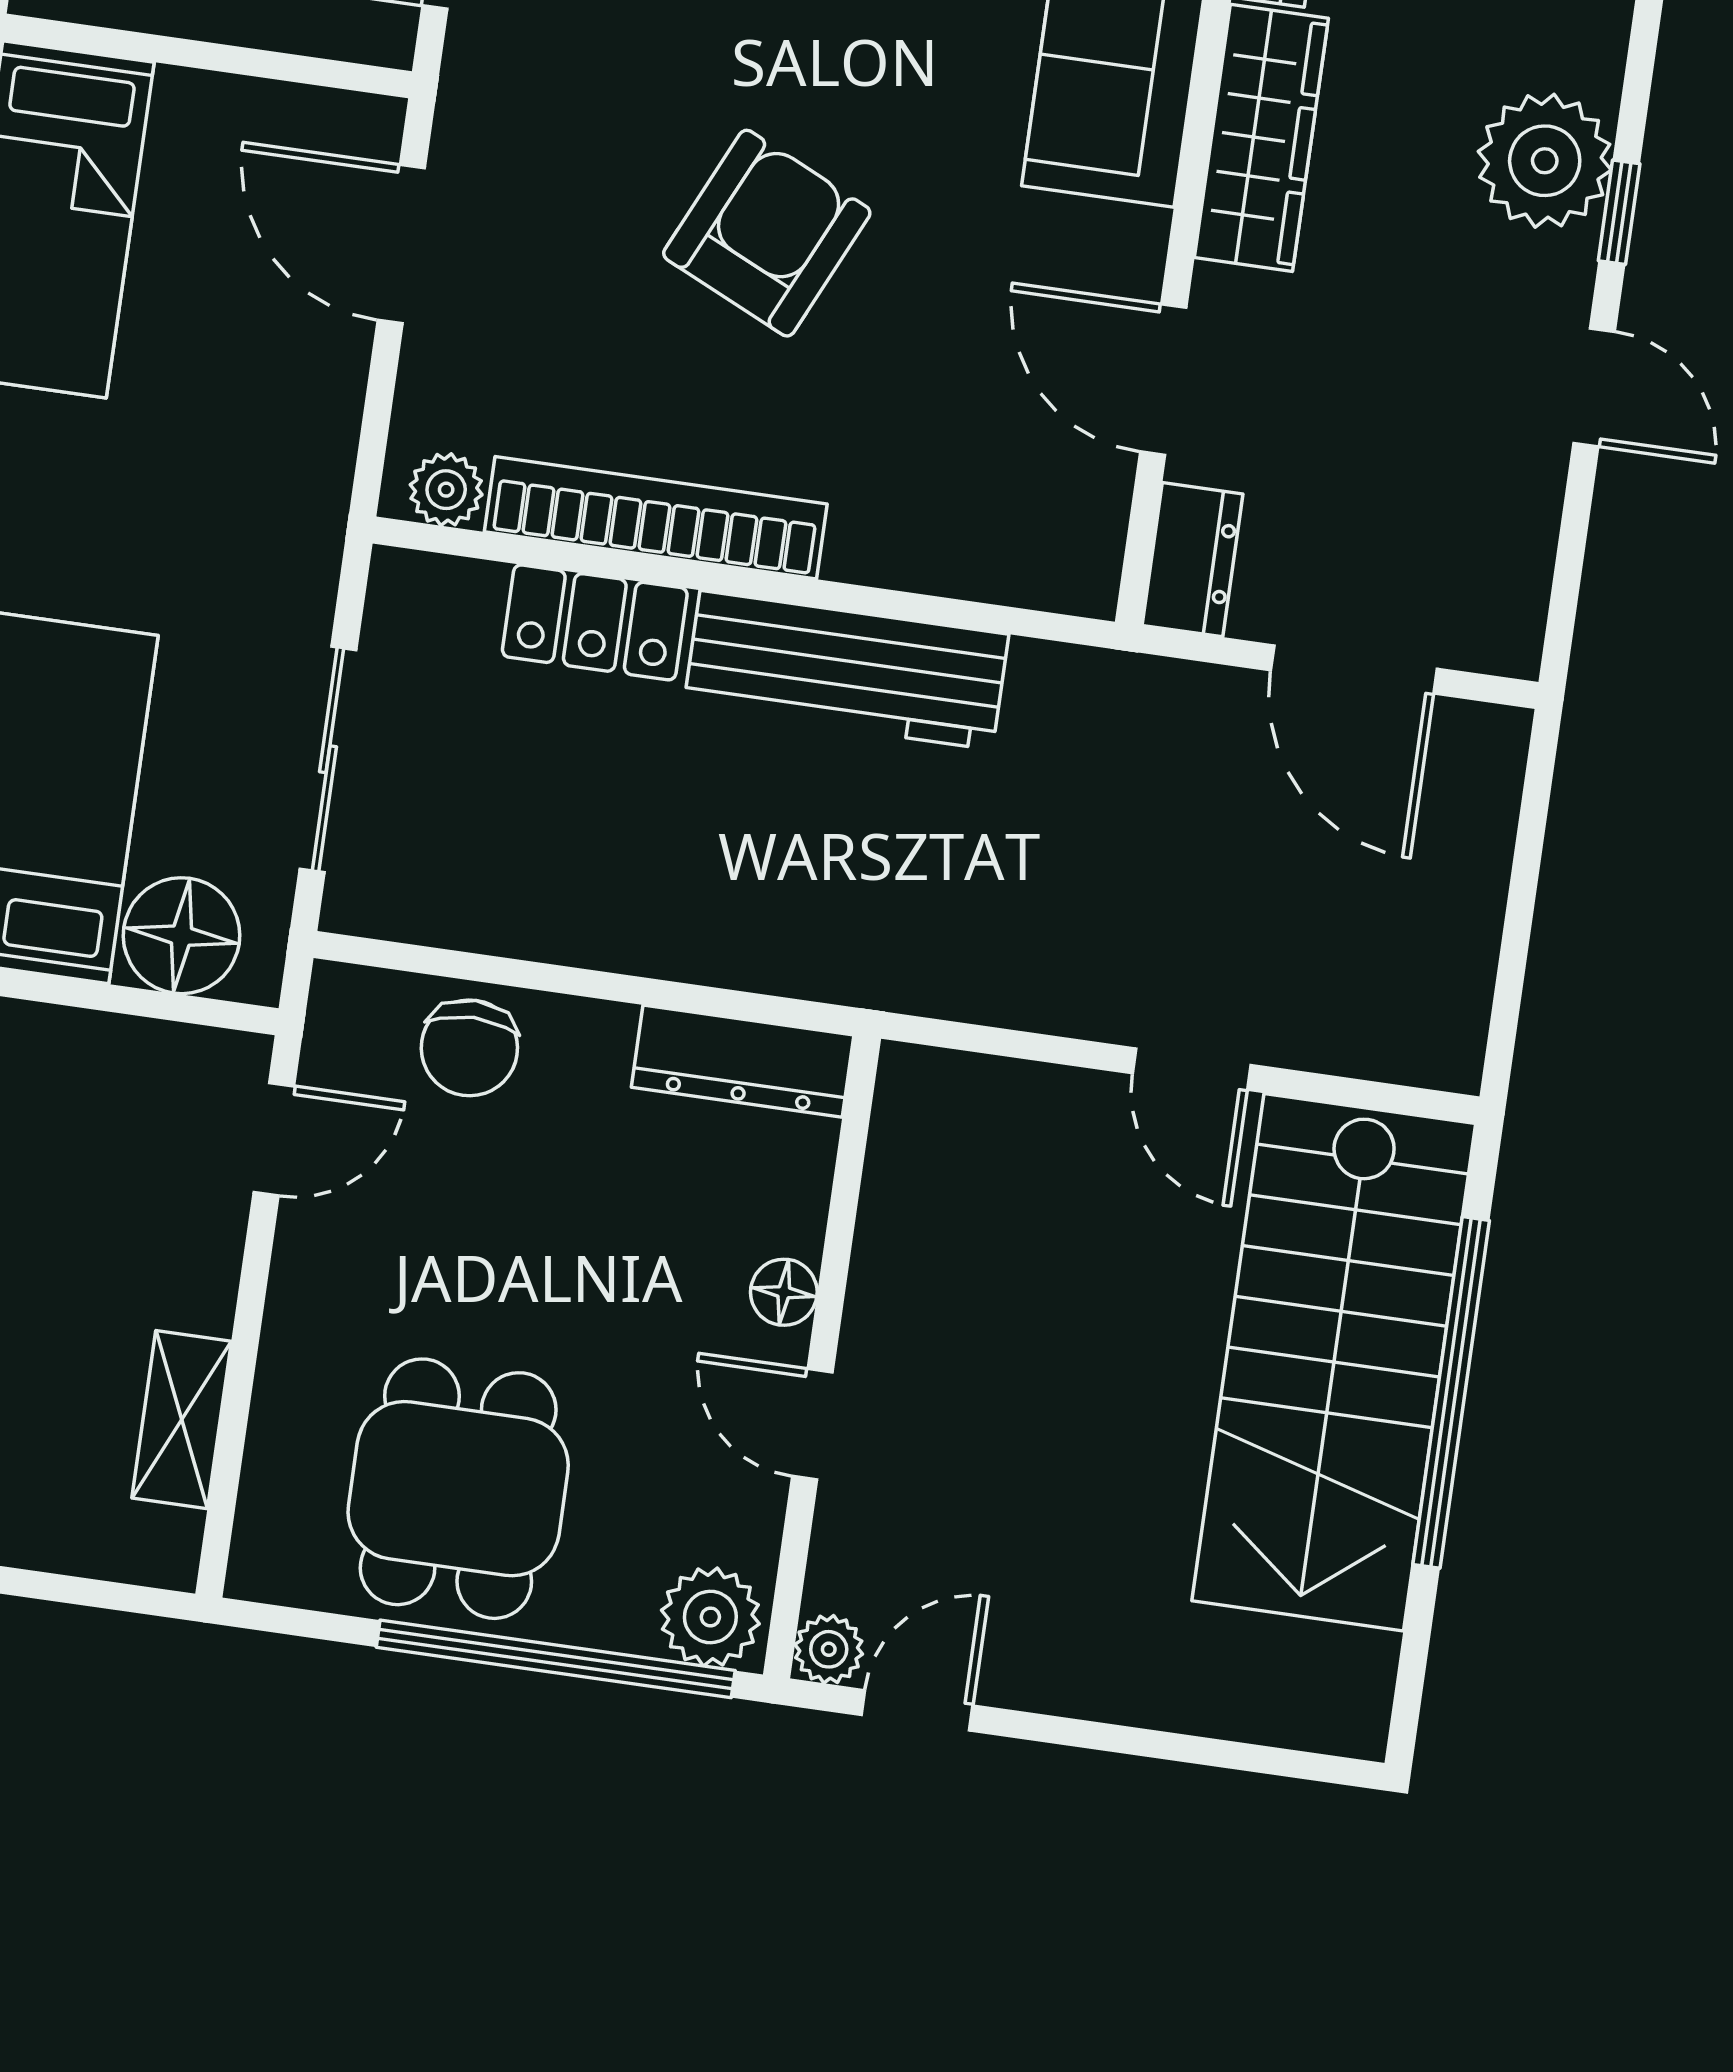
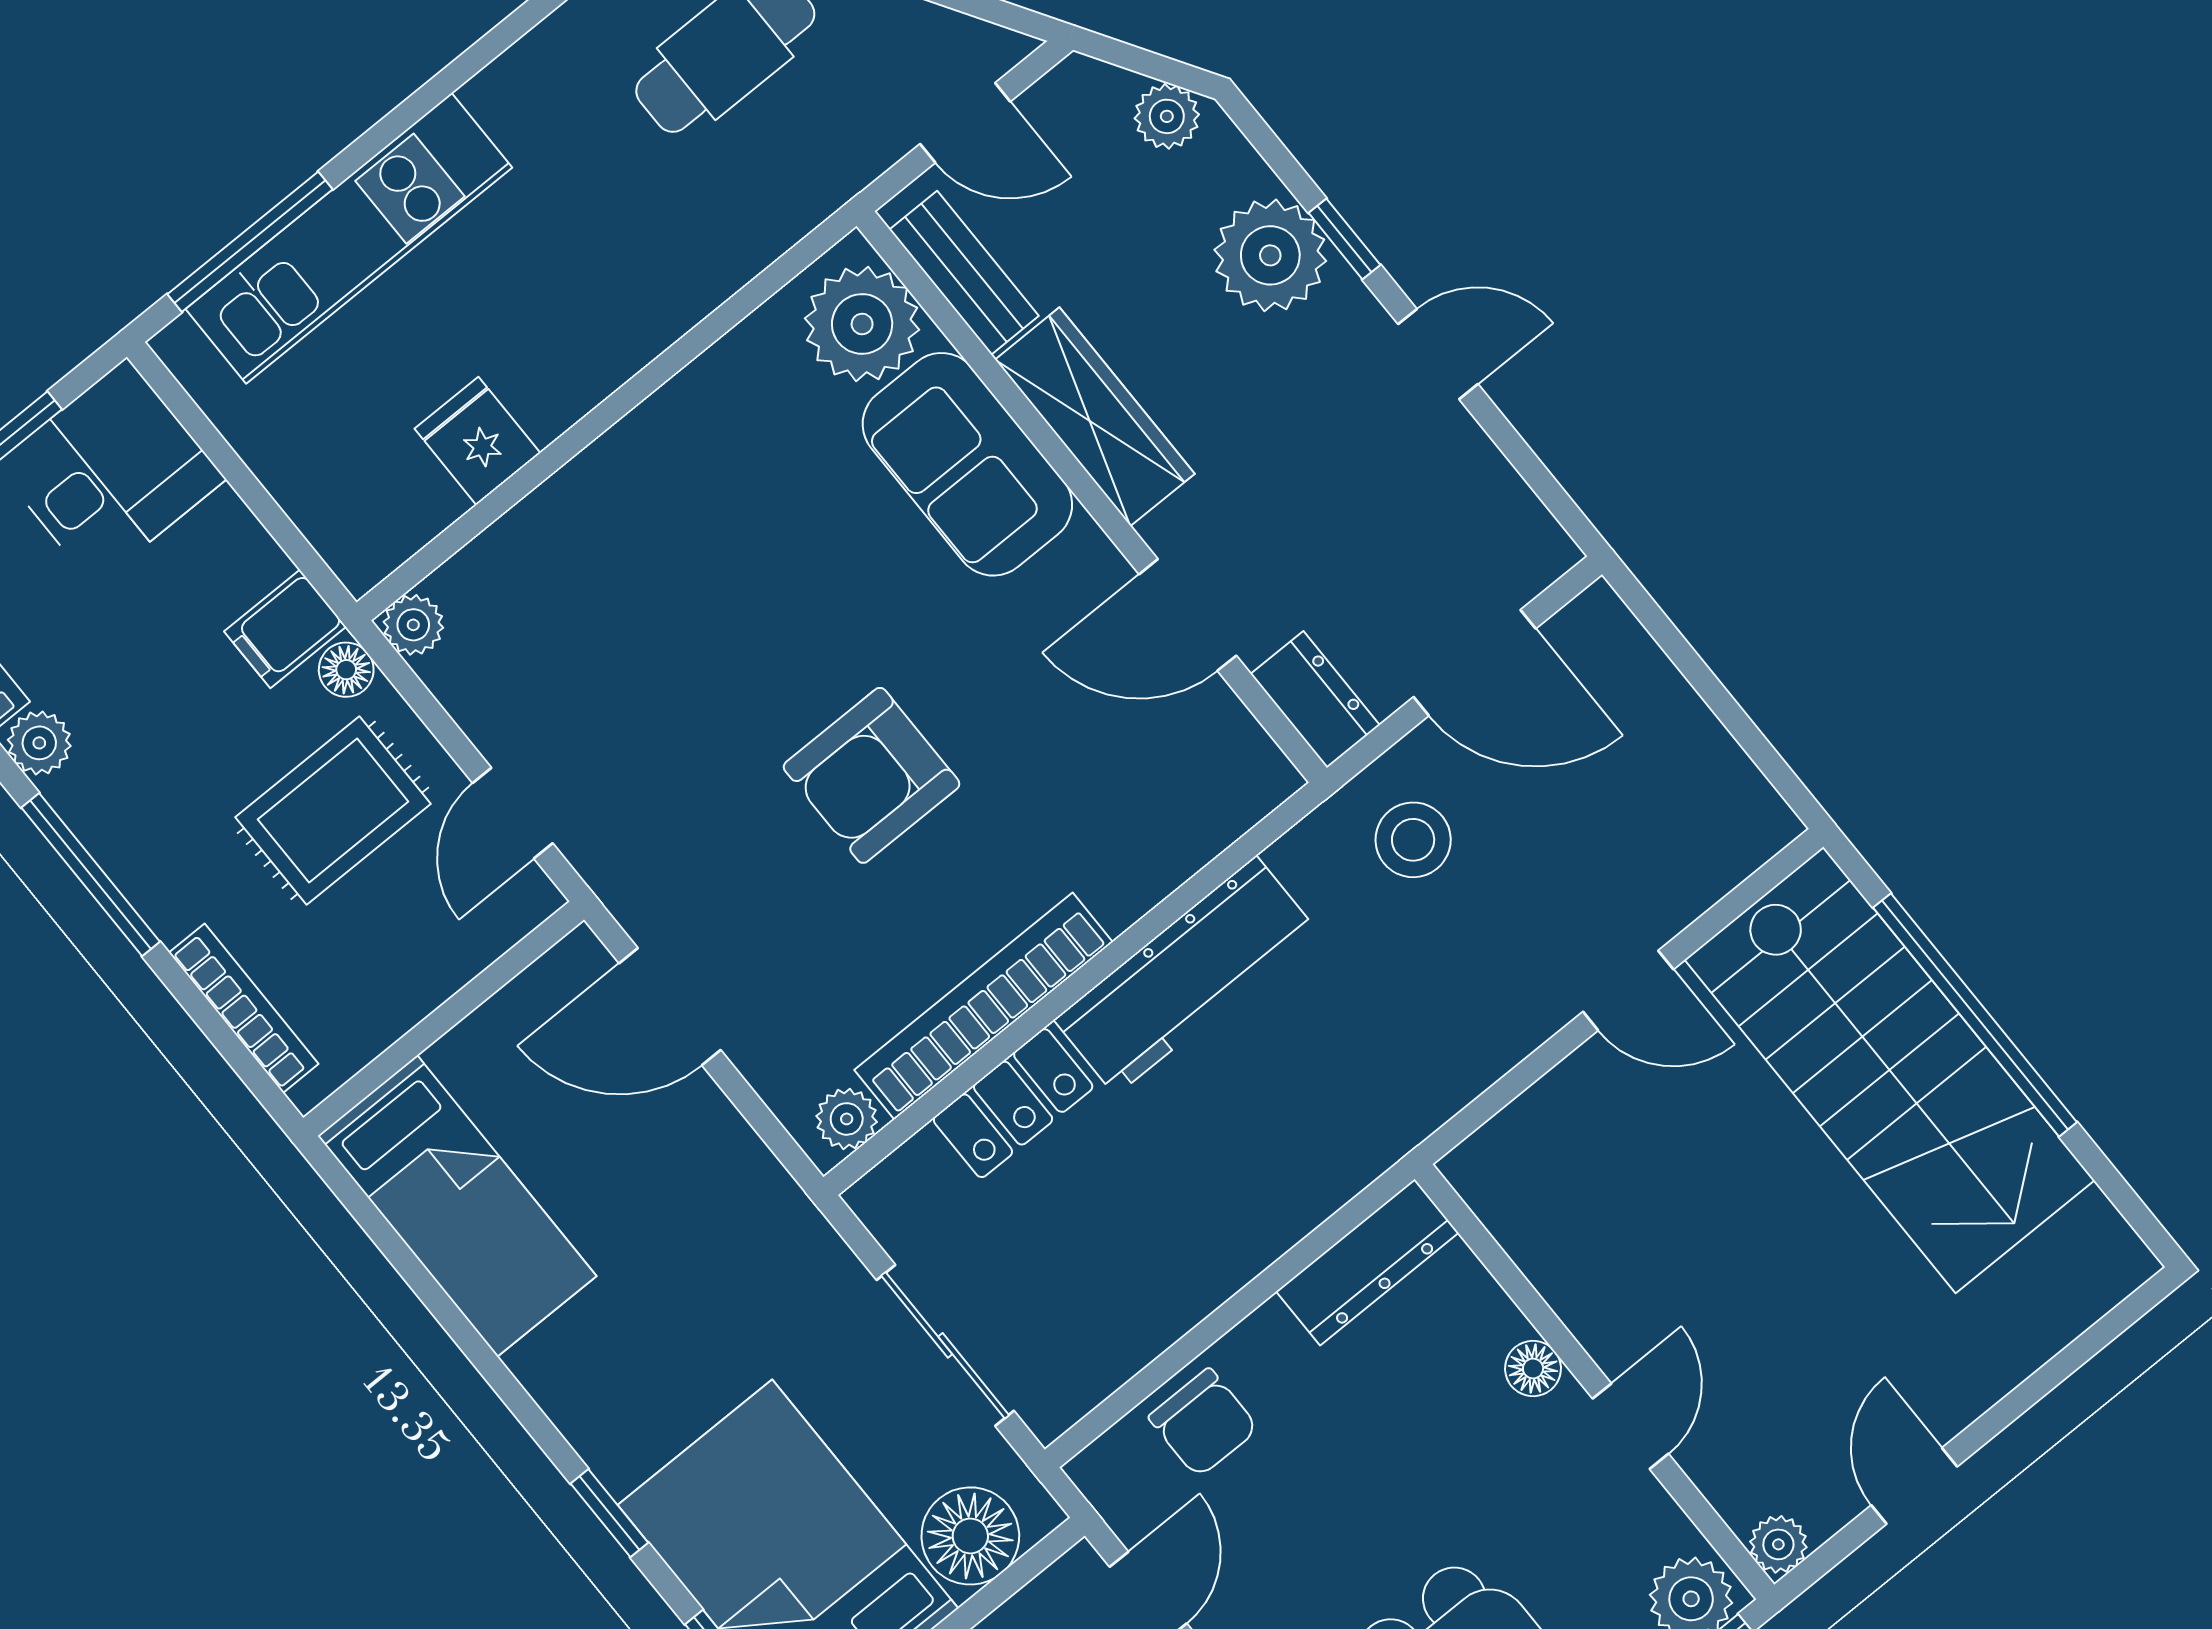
armchair: (767, 233) -> (872, 775), turned -115
stool: (1149, 759) -> (1413, 840), added
door: (812, 1424) -> (1631, 1426), swing flipped
door: (917, 1710) -> (1914, 1486), moved

